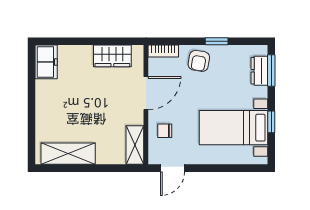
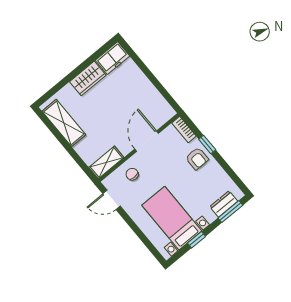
window: (217, 41) -> (207, 144), moved
wardrobe: (112, 56) -> (88, 78), moved, turned -90
armchair: (199, 61) -> (197, 158), turned -100
door: (146, 93) -> (147, 141), swing flipped

